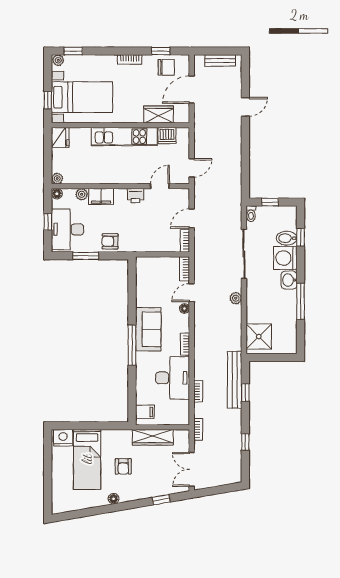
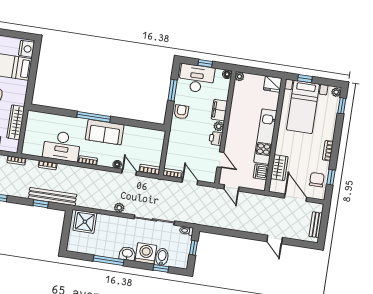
chair: (166, 67) -> (317, 180), turned 180
plant: (82, 194) -> (219, 126), moved
filing cabinet: (145, 412) -> (37, 119), removed

